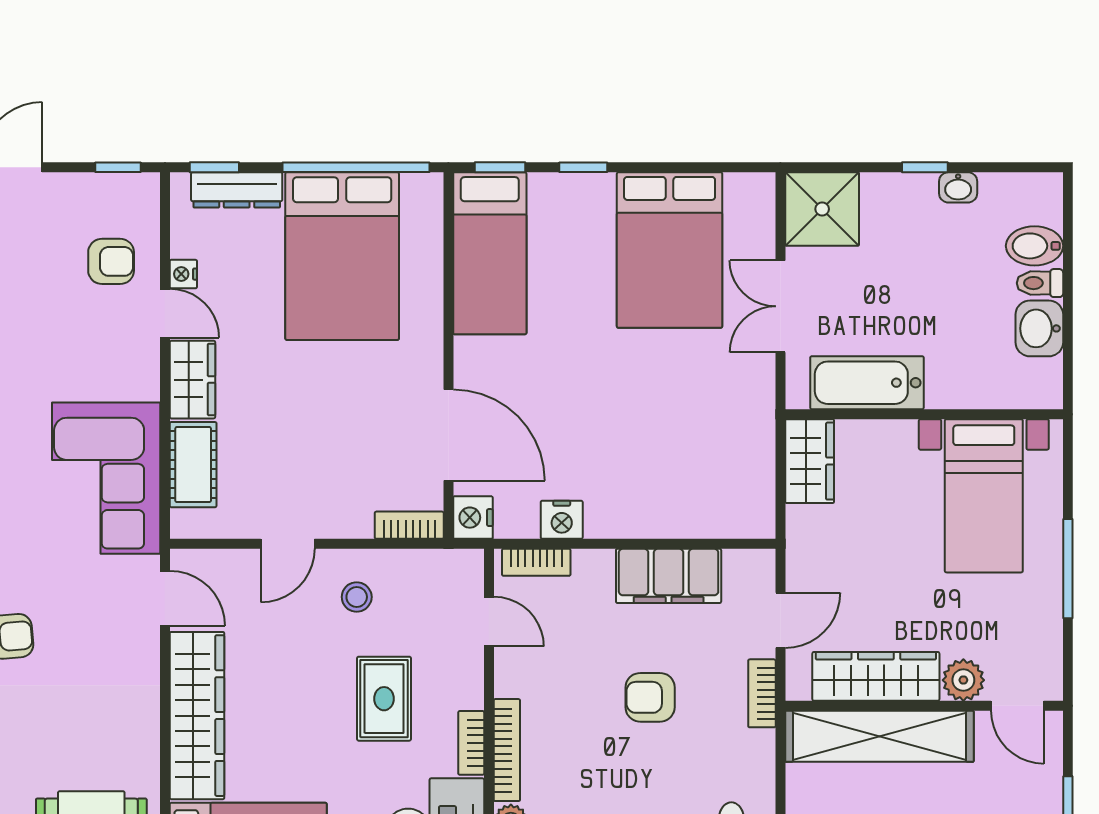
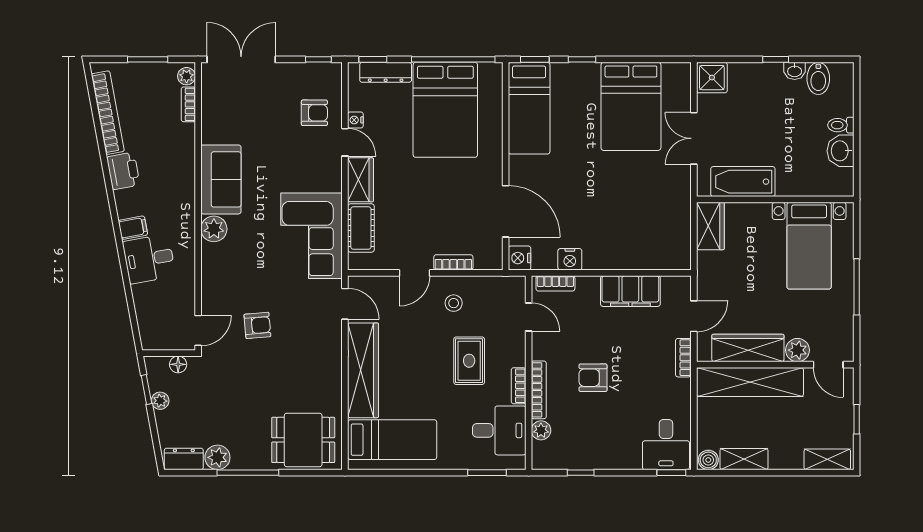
shower: (822, 209) -> (712, 78), width x0.73, depth x0.73
bidet: (1034, 246) -> (818, 78), moved, turned -90
bookcase: (409, 525) -> (453, 262), moved
armchair: (650, 697) -> (593, 378), moved

